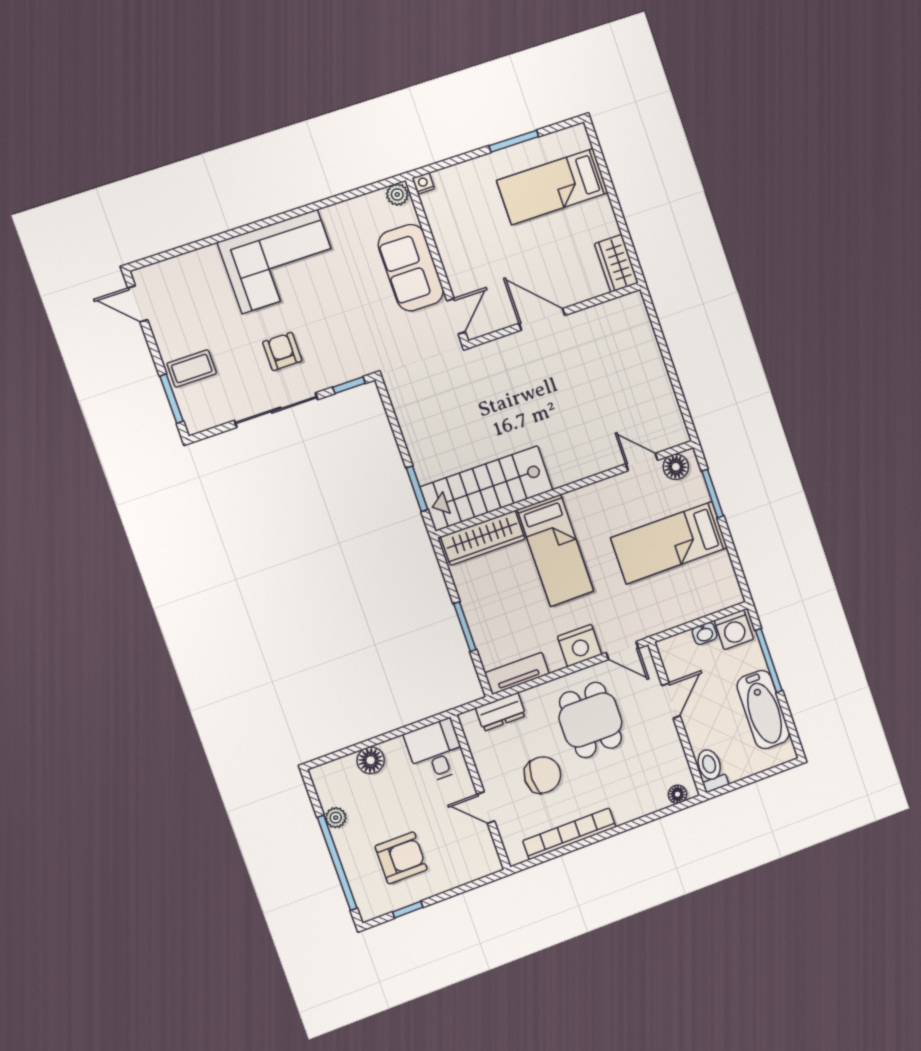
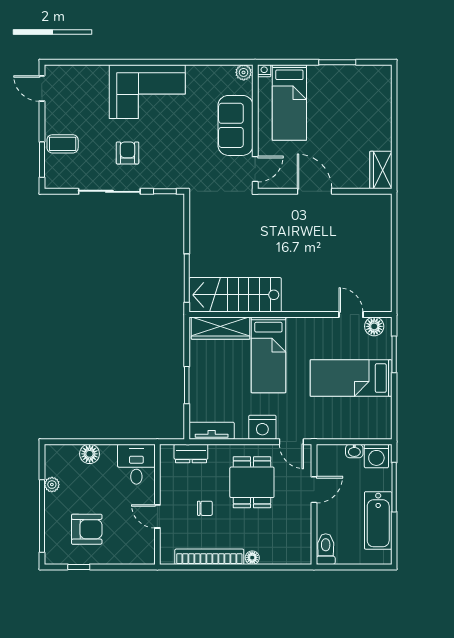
bed: (552, 187) -> (289, 102), moved, turned -90
window: (417, 489) -> (187, 278), width x1.44
chair: (543, 775) -> (205, 508), width x0.54, depth x0.54
floor lamp: (677, 794) -> (252, 558), moved

